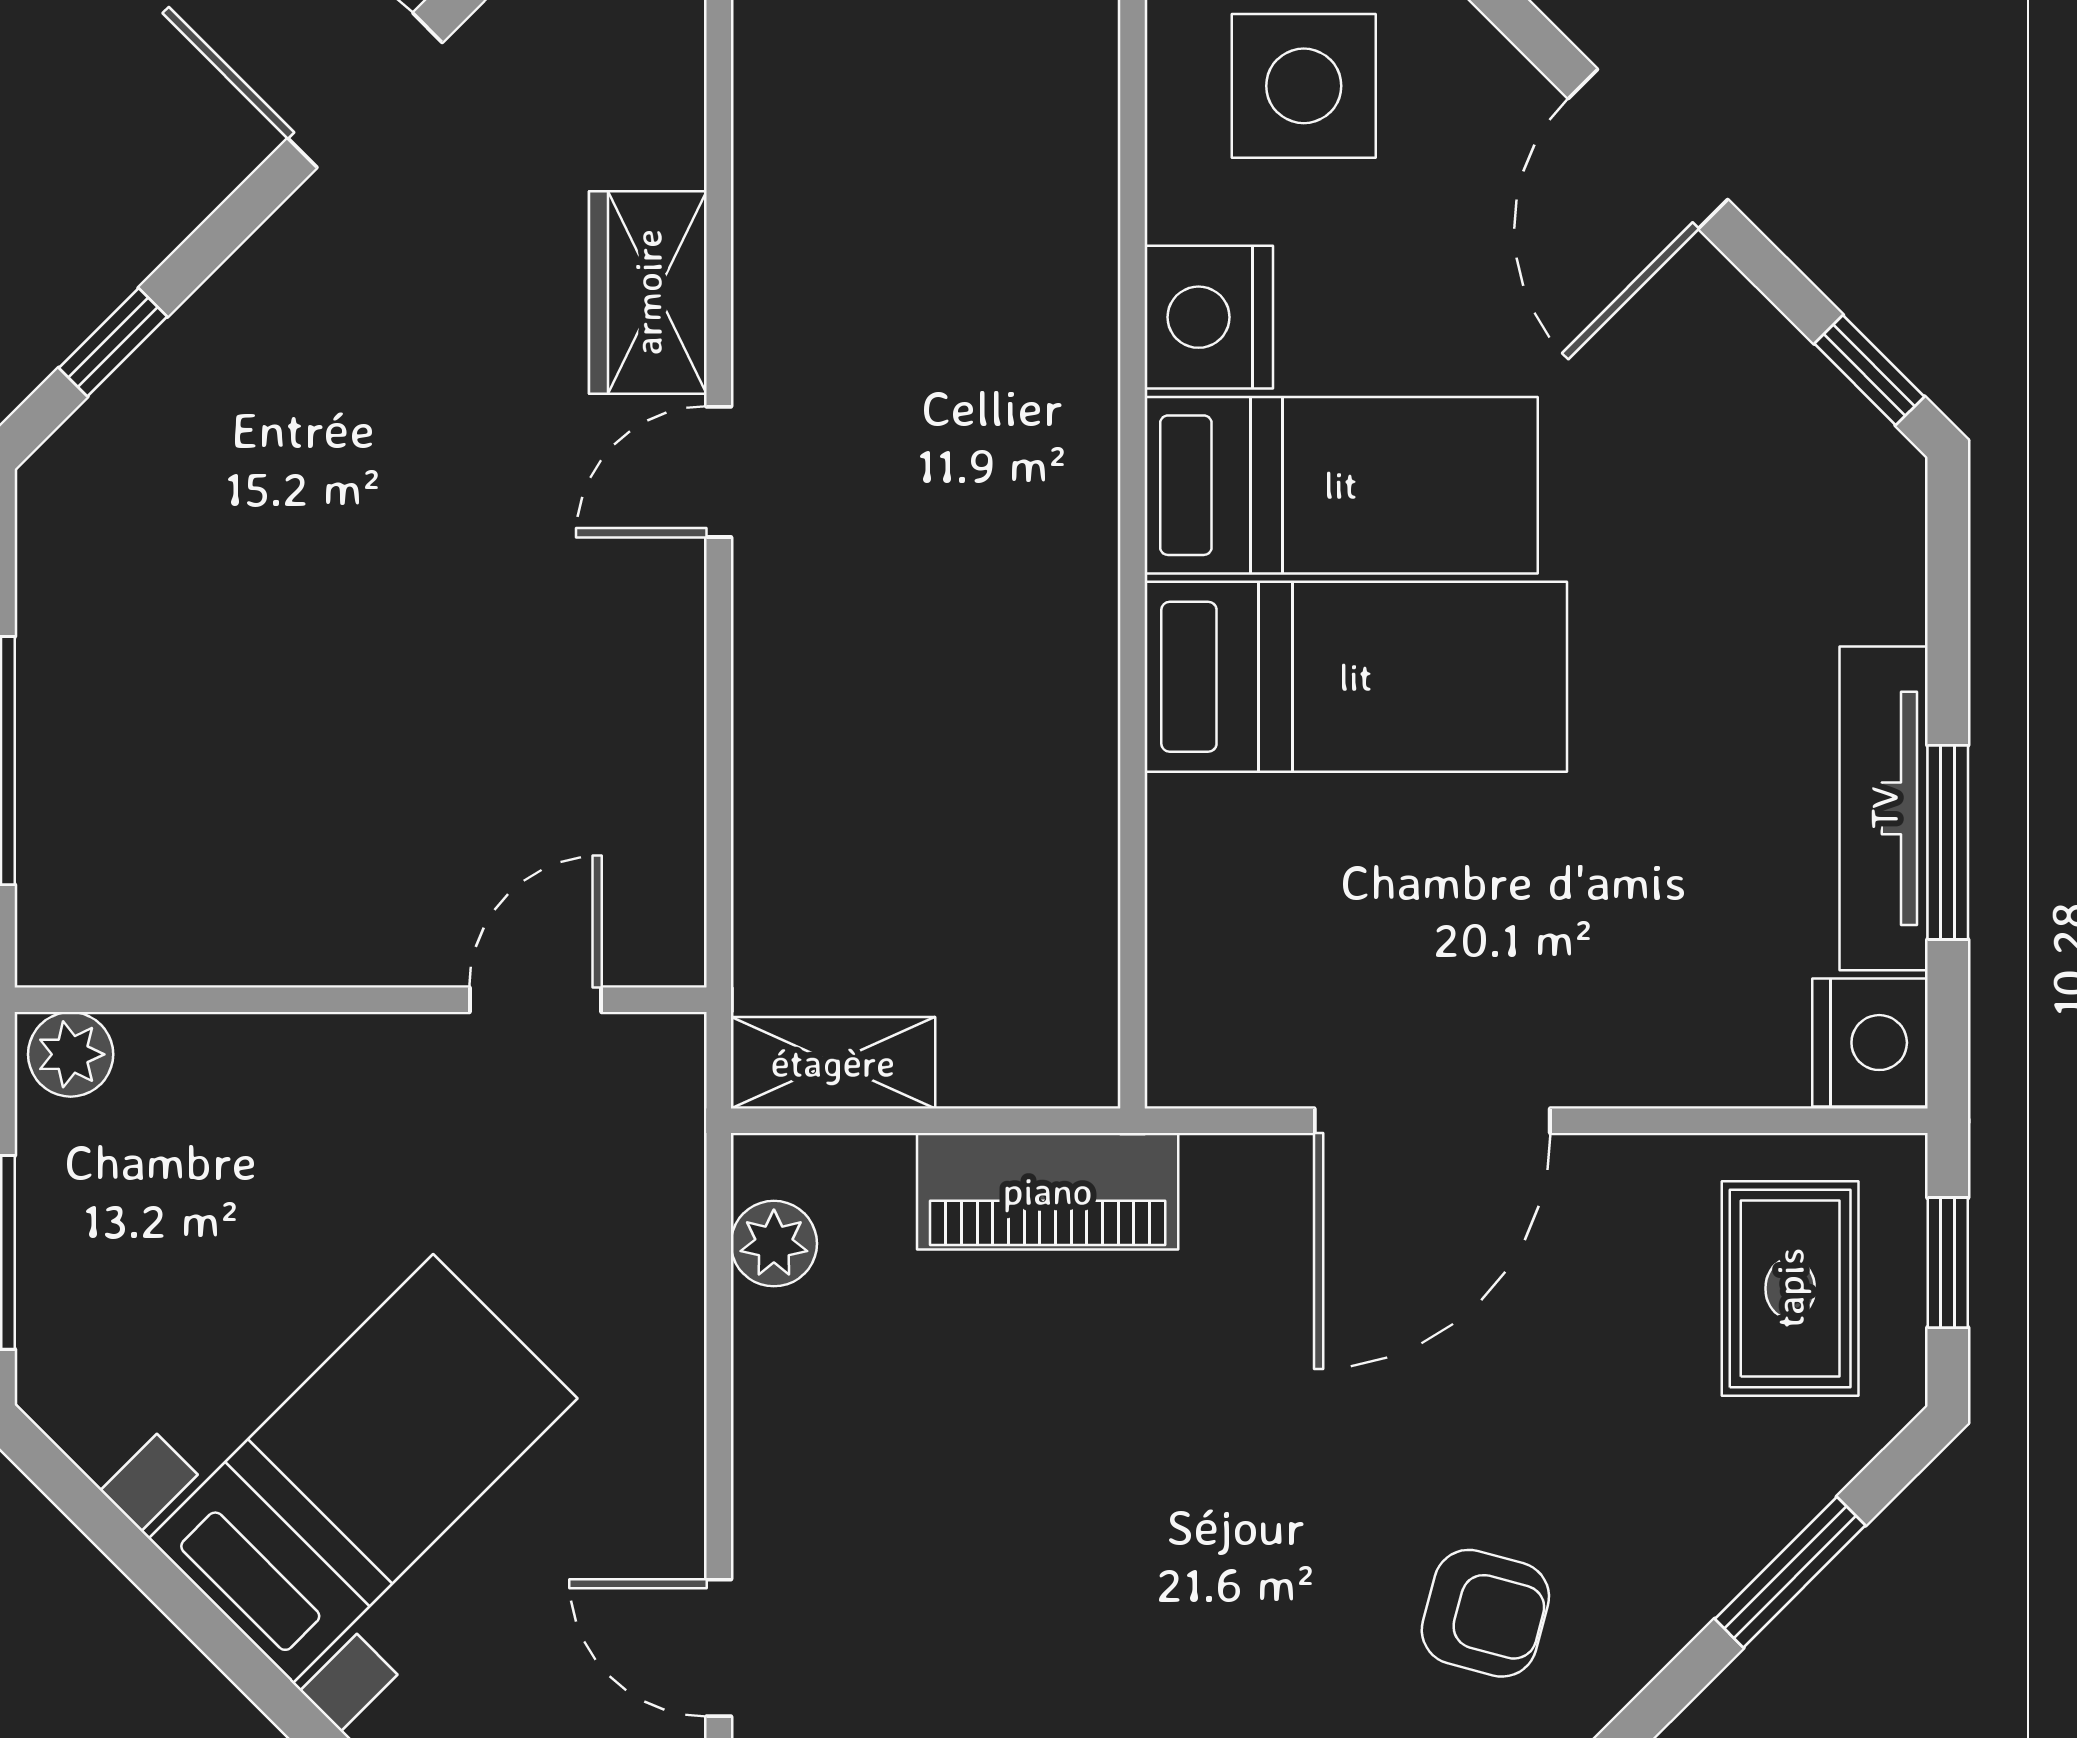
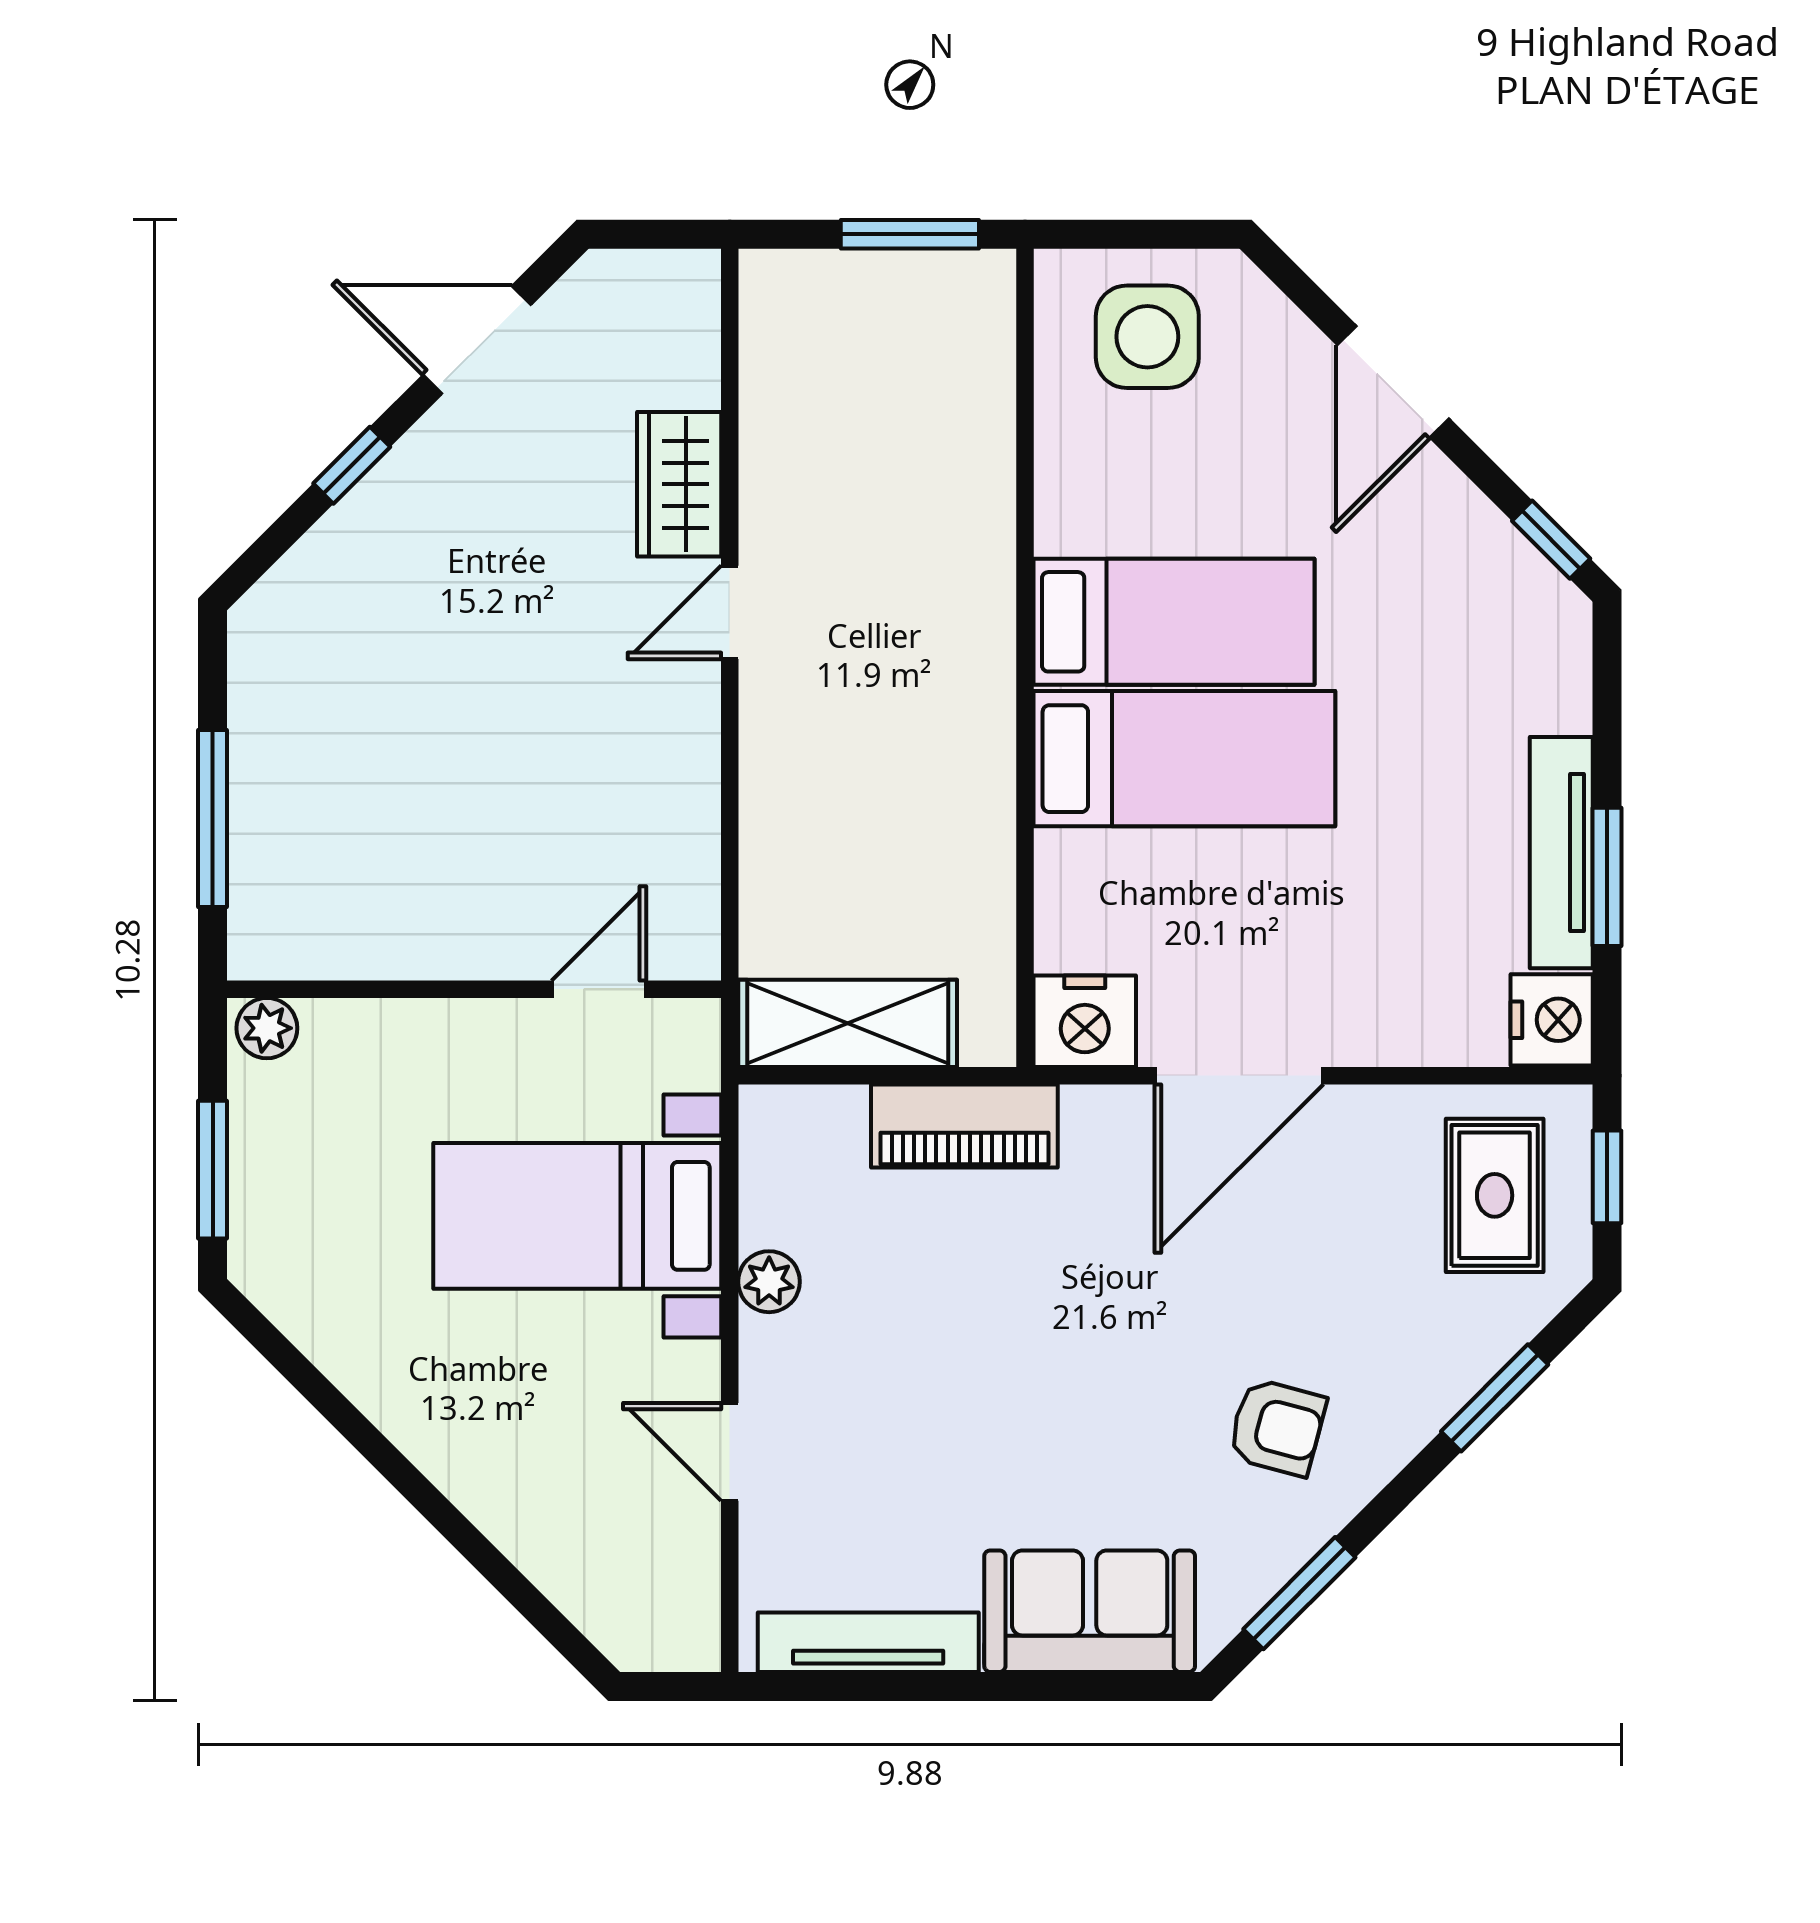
nightstand: (1209, 317) -> (1085, 1021), moved, turned -90
window: (113, 342) -> (352, 465), moved
shelving: (833, 1063) -> (848, 1023), width x1.50, depth x1.33
plant: (774, 1244) -> (769, 1282), moved
bed with nightstands: (363, 1469) -> (577, 1216), moved, turned -135

